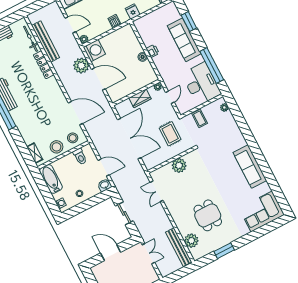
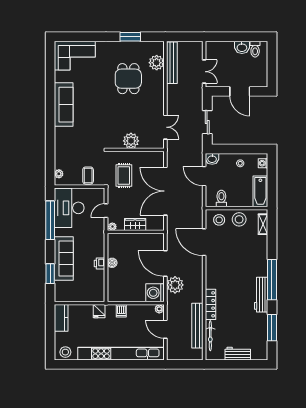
double door: (148, 254) -> (204, 72), swing flipped

